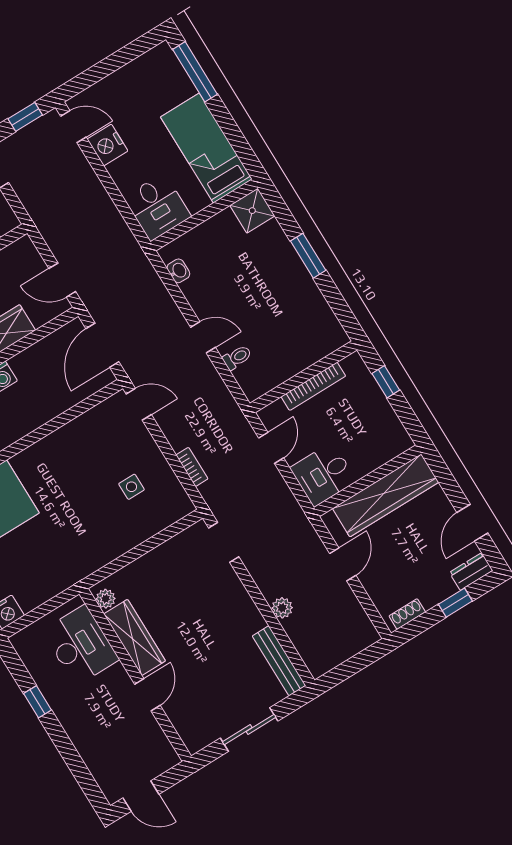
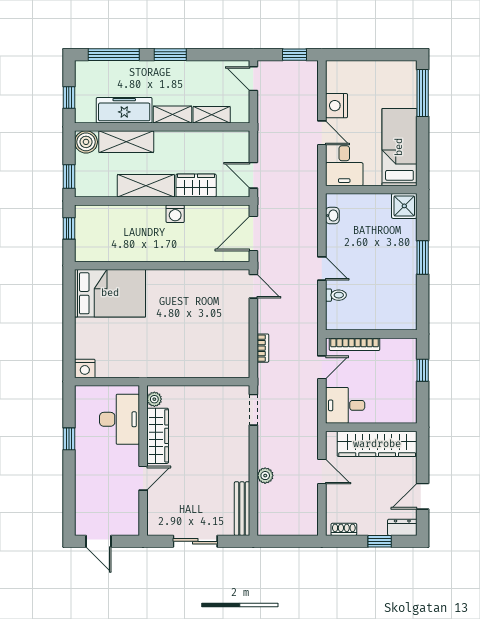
door: (73, 127) -> (322, 133), moved
bookcase: (313, 386) -> (355, 344), moved
side table: (131, 487) -> (216, 337), removed
door: (343, 564) -> (322, 472), hinge flipped

